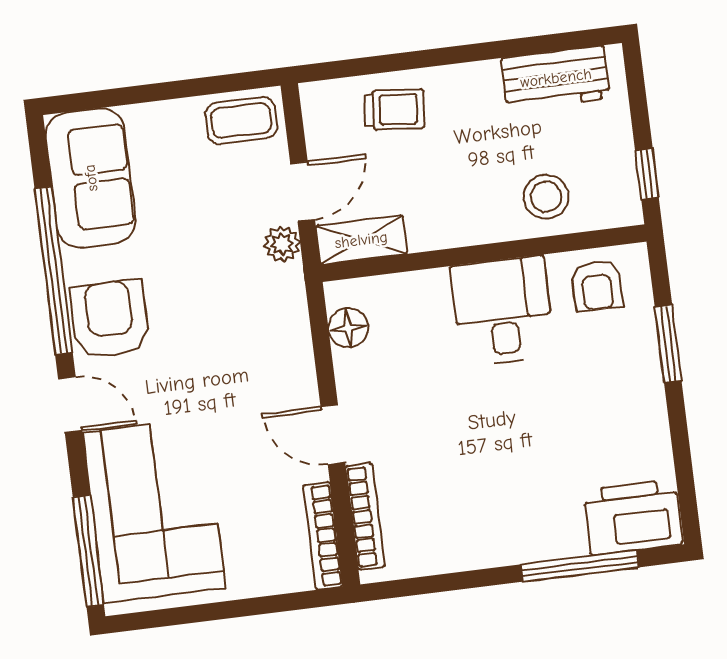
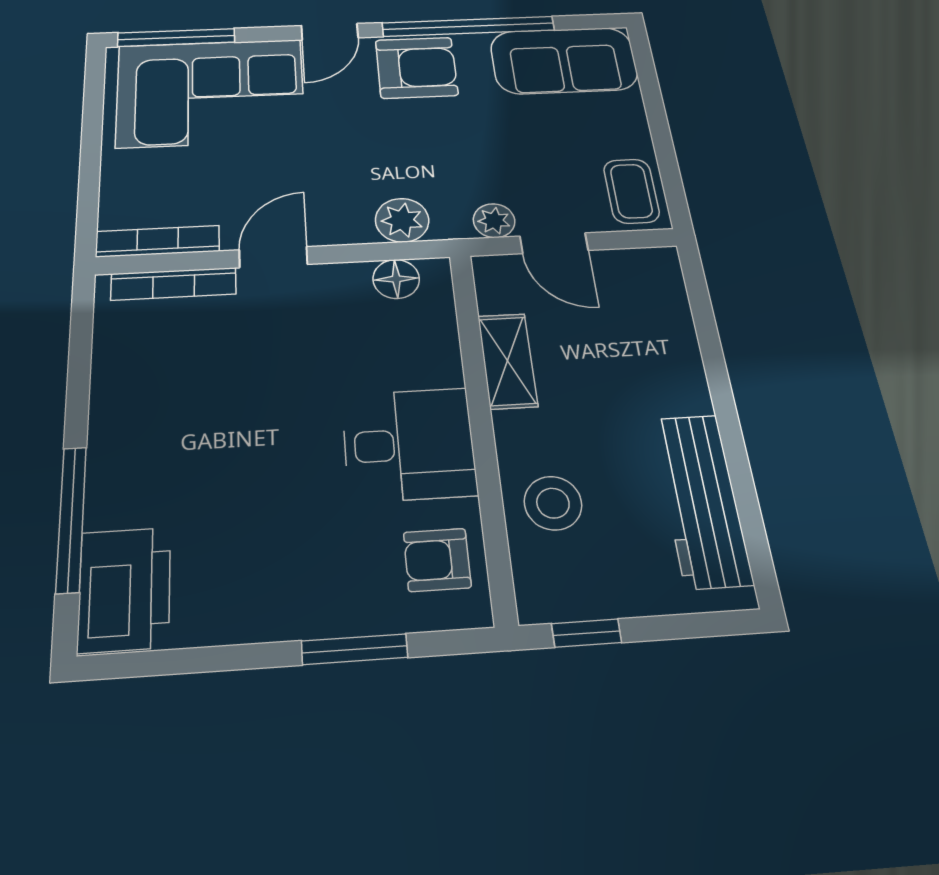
workbench: (556, 78) -> (701, 500), width x1.38
trolley: (394, 110) -> (654, 340), removed
shelving: (361, 240) -> (508, 361), moved
plant: (287, 325) -> (402, 220), added

